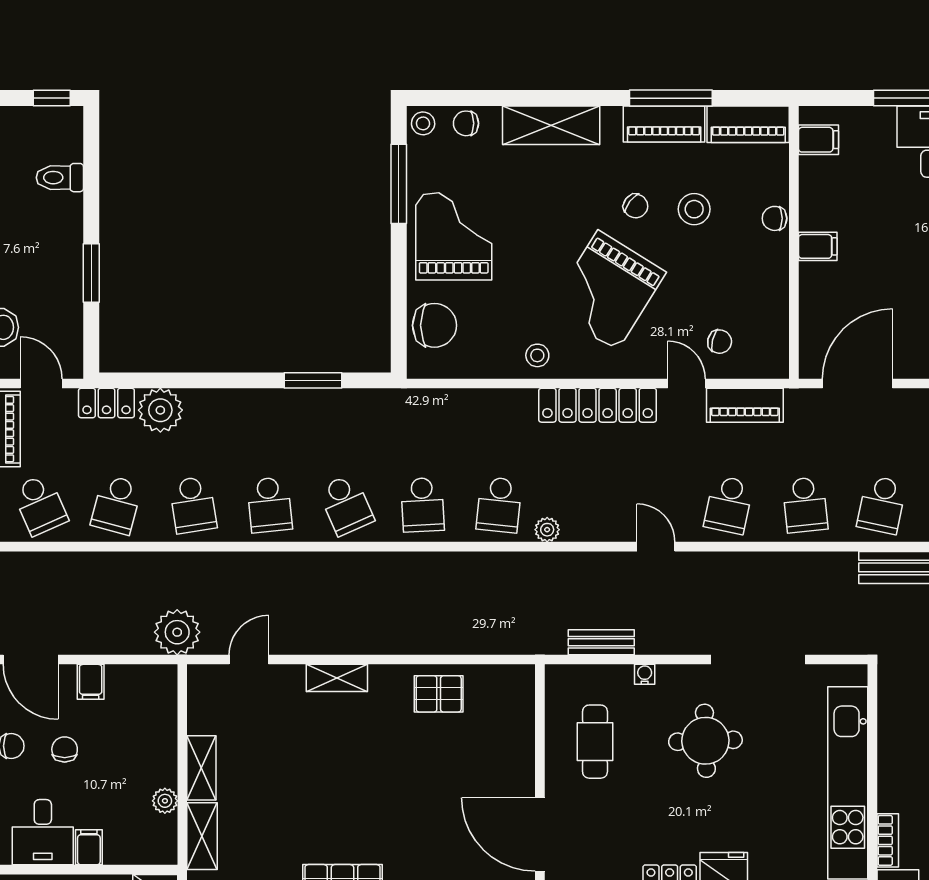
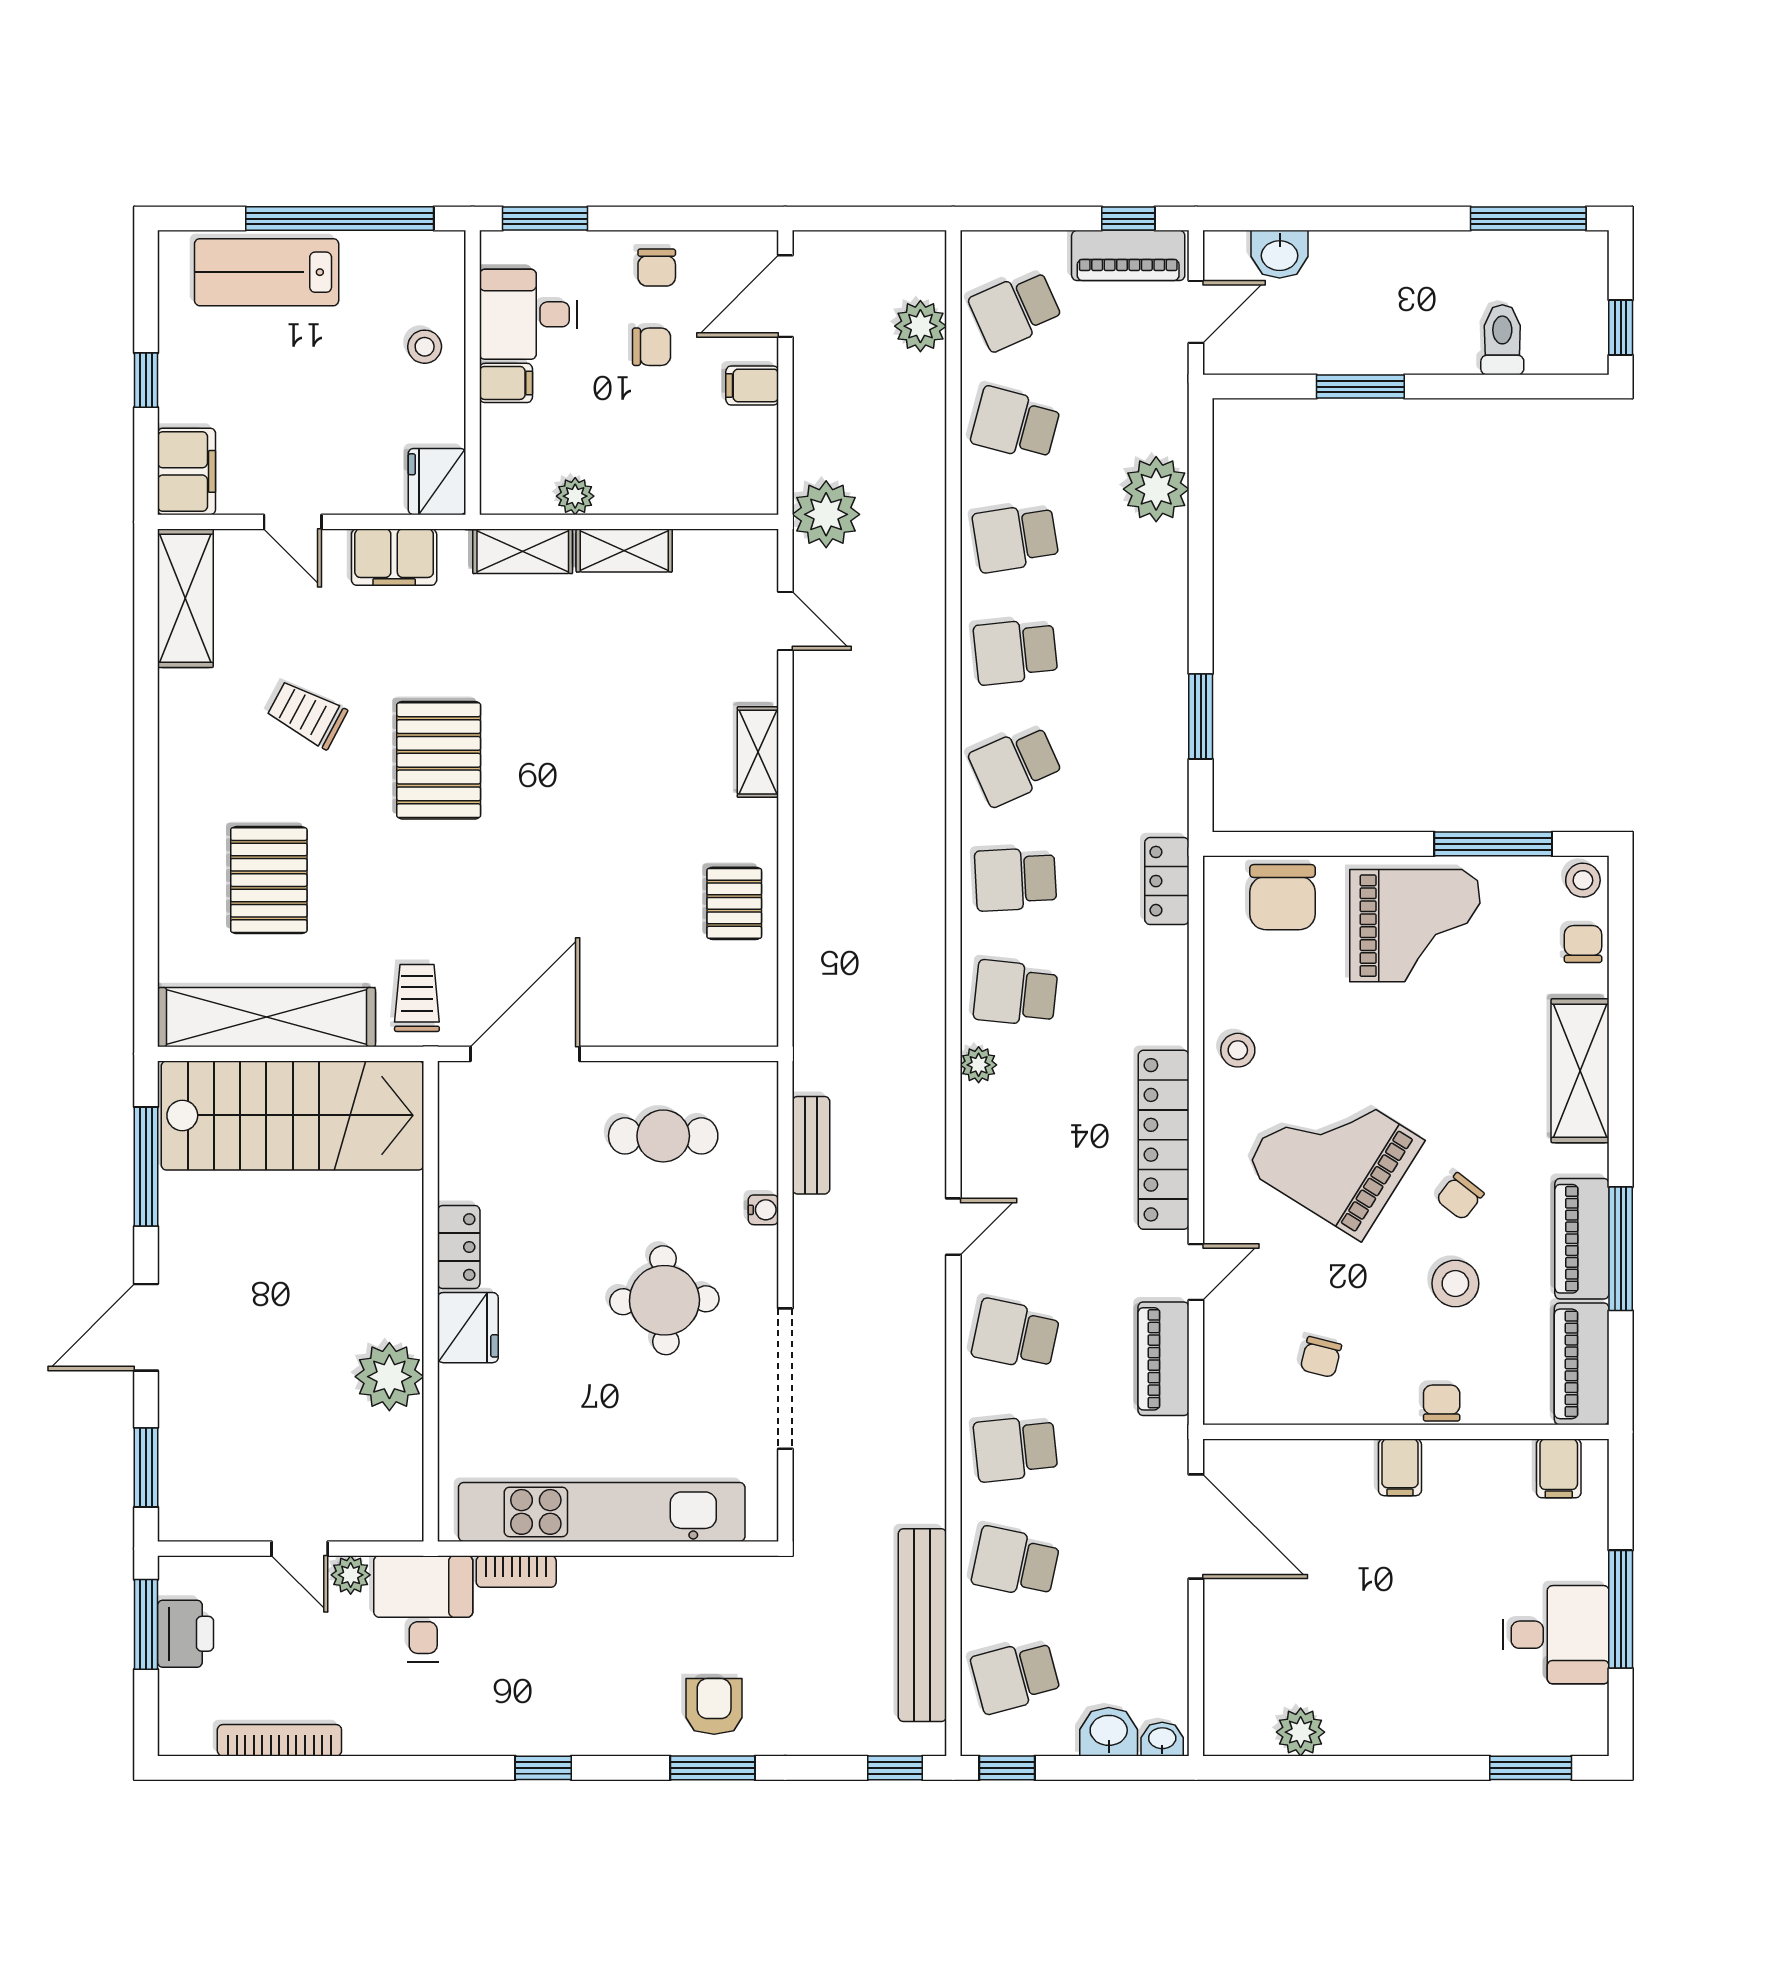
chair: (720, 342) -> (1321, 1357), moved
locker: (106, 403) -> (1167, 881), moved
plant: (51, 569) -> (920, 326), added

